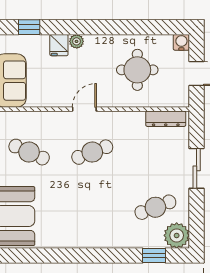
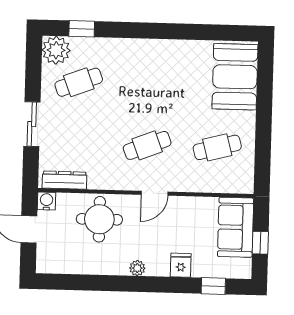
plant: (77, 41) -> (137, 268), moved
water cooler: (181, 42) -> (46, 201), moved, turned 180
round table: (137, 70) -> (99, 219), moved
cafe table: (29, 152) -> (217, 147), turned -39

